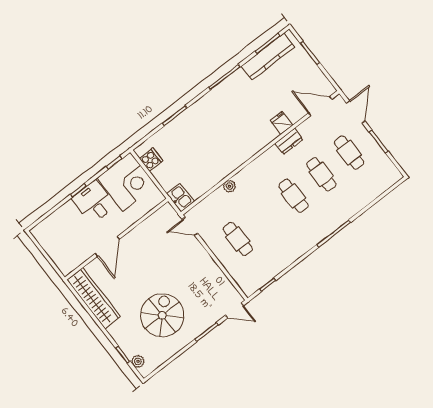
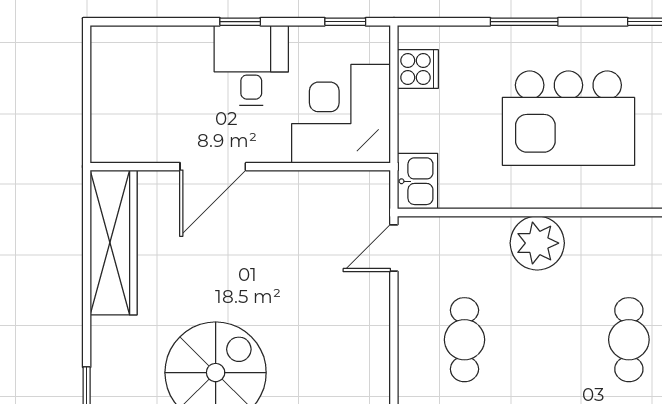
kitchen island: (215, 137) -> (568, 118), added
corner desk: (126, 182) -> (341, 114), moved, turned 180
plant: (230, 186) -> (537, 243), width x1.87, depth x1.87
door: (190, 226) -> (394, 248), hinge flipped

